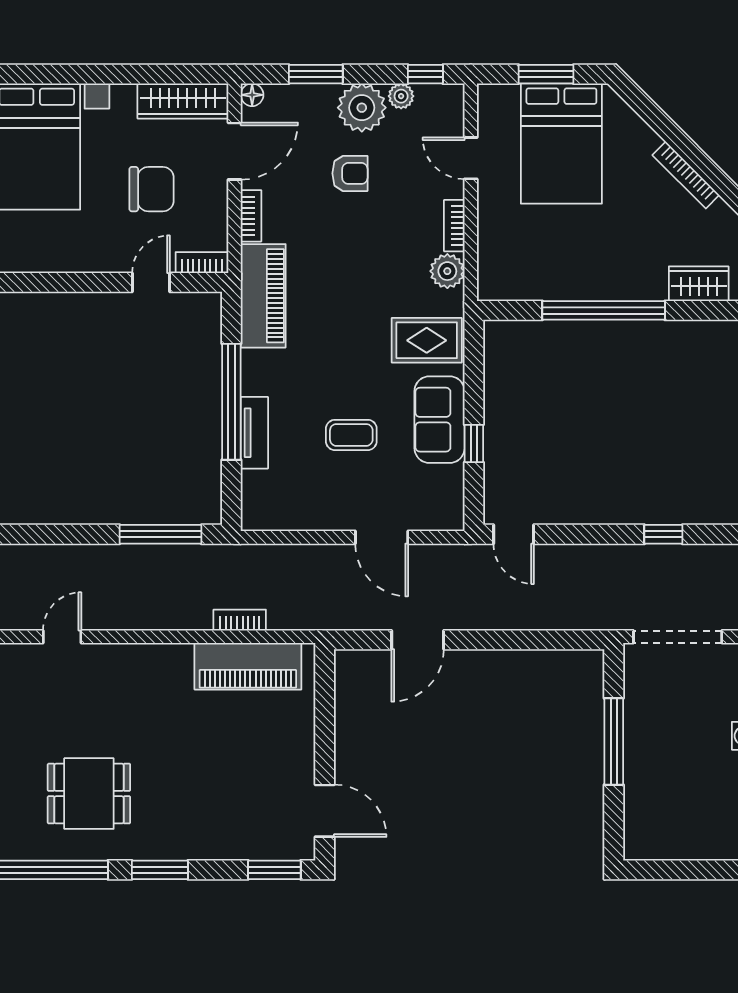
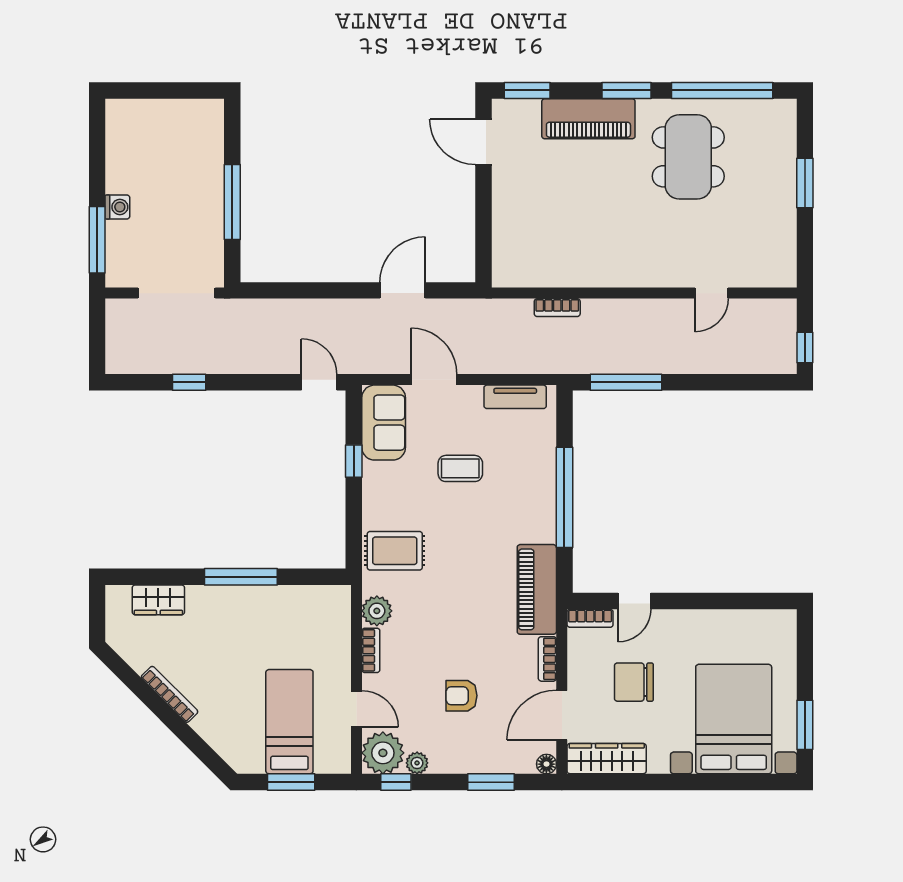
plant: (362, 108) -> (383, 753), moved
bed: (561, 144) -> (289, 722), width x0.67
window: (604, 310) -> (241, 577), width x0.68
sofa: (439, 420) -> (384, 423), moved
tv unit: (254, 433) -> (515, 397), moved, turned -90
piano: (248, 666) -> (588, 119), moved, turned 180
dining table: (89, 794) -> (688, 157), width x1.38

